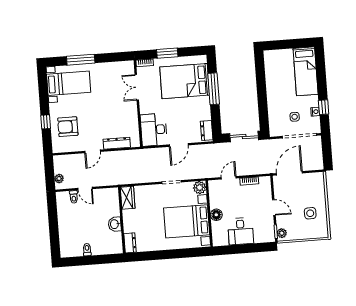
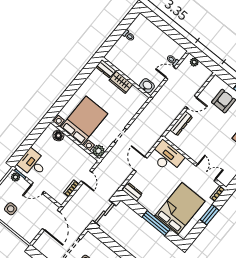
door: (93, 151) -> (191, 102), swing flipped
wardrobe: (128, 198) -> (121, 82), moved
floor lamp: (216, 215) -> (58, 136), moved
washbasin: (115, 224) -> (147, 86), moved
desk: (241, 231) -> (33, 163), moved

